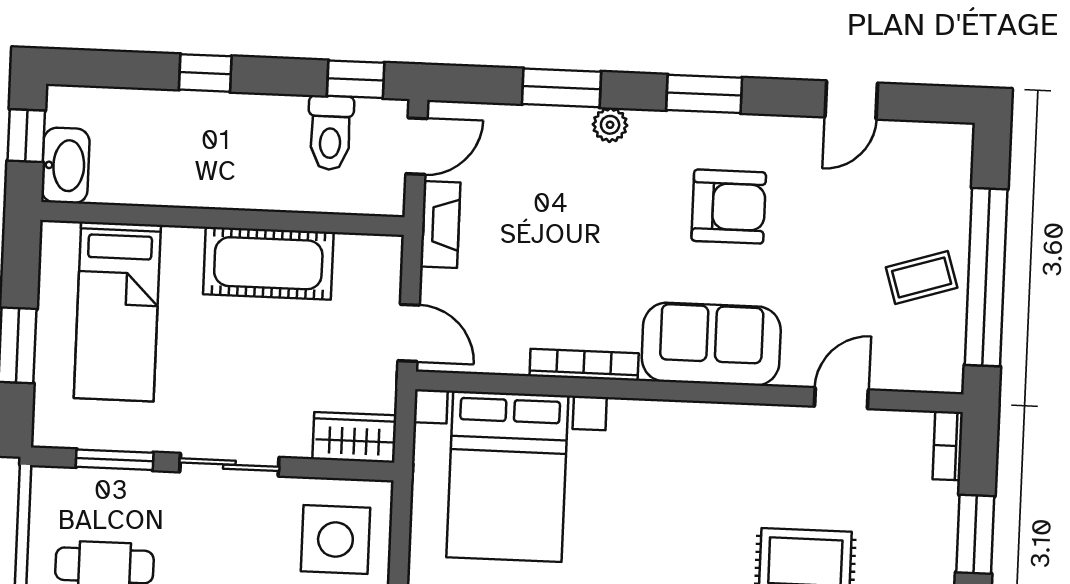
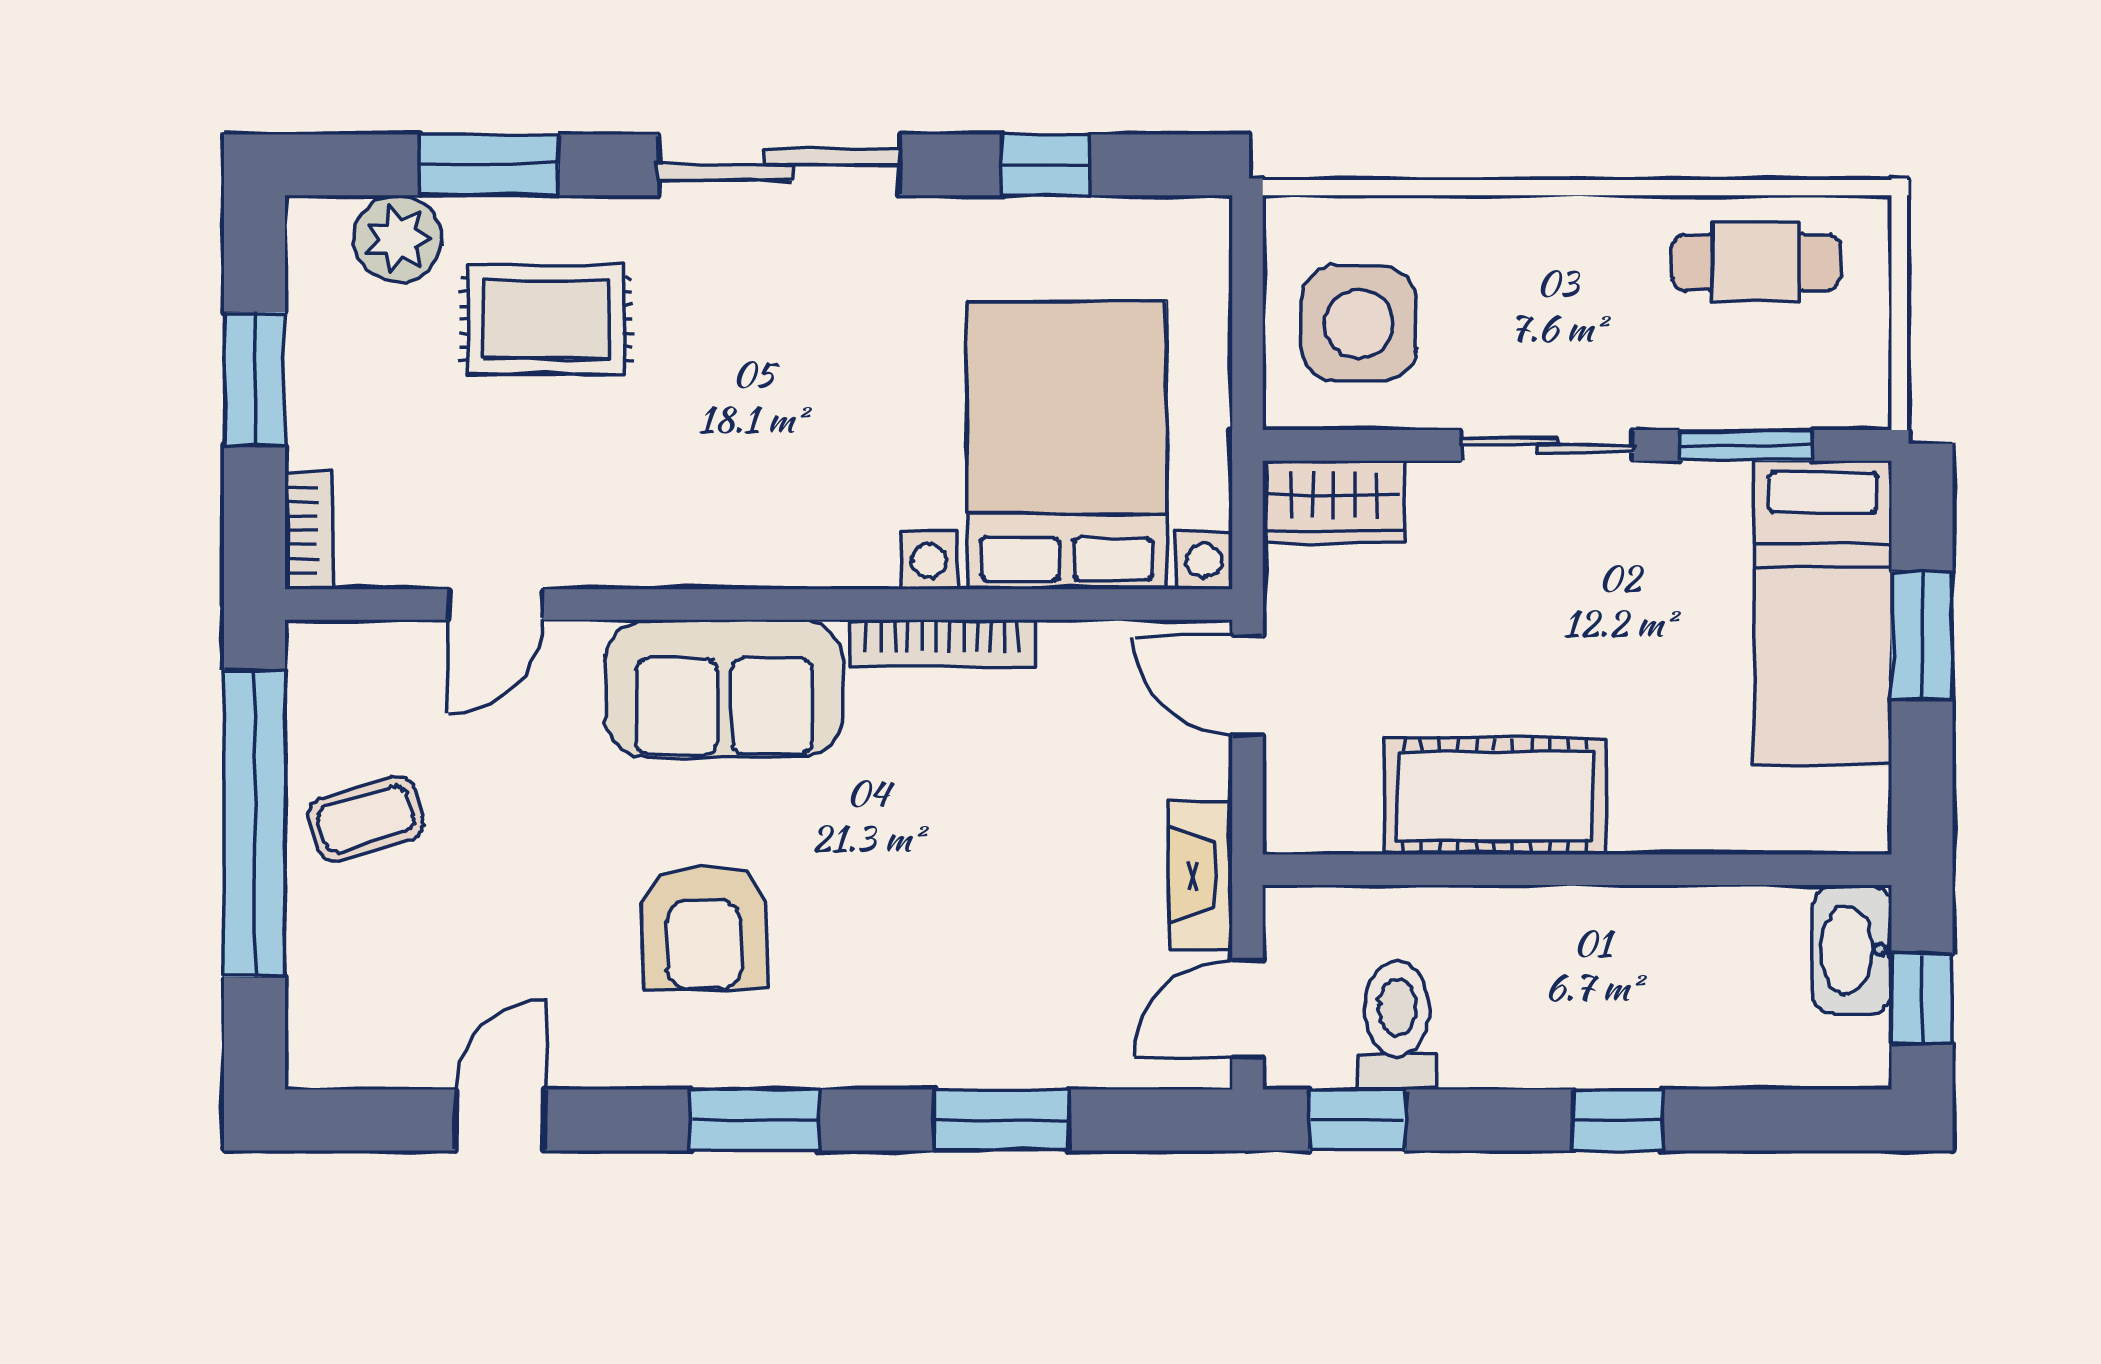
plant: (610, 125) -> (915, 1060), removed
armchair: (729, 207) -> (704, 927), turned -91
bed: (117, 311) -> (1823, 613), moved, turned 180

